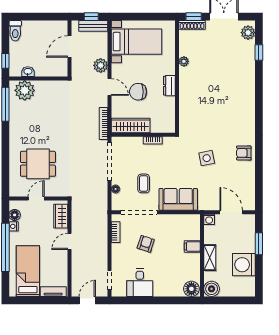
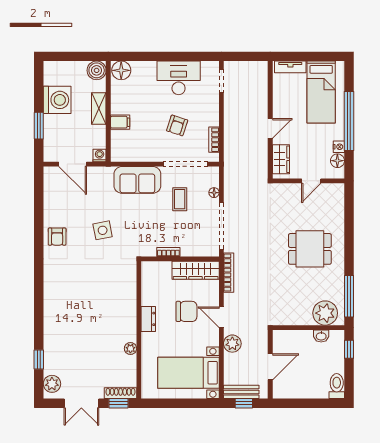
armchair: (244, 153) -> (57, 237), turned 90
dining table: (38, 164) -> (310, 249), moved
desk: (140, 283) -> (179, 78), width x1.37
door: (87, 300) -> (249, 56), removed

